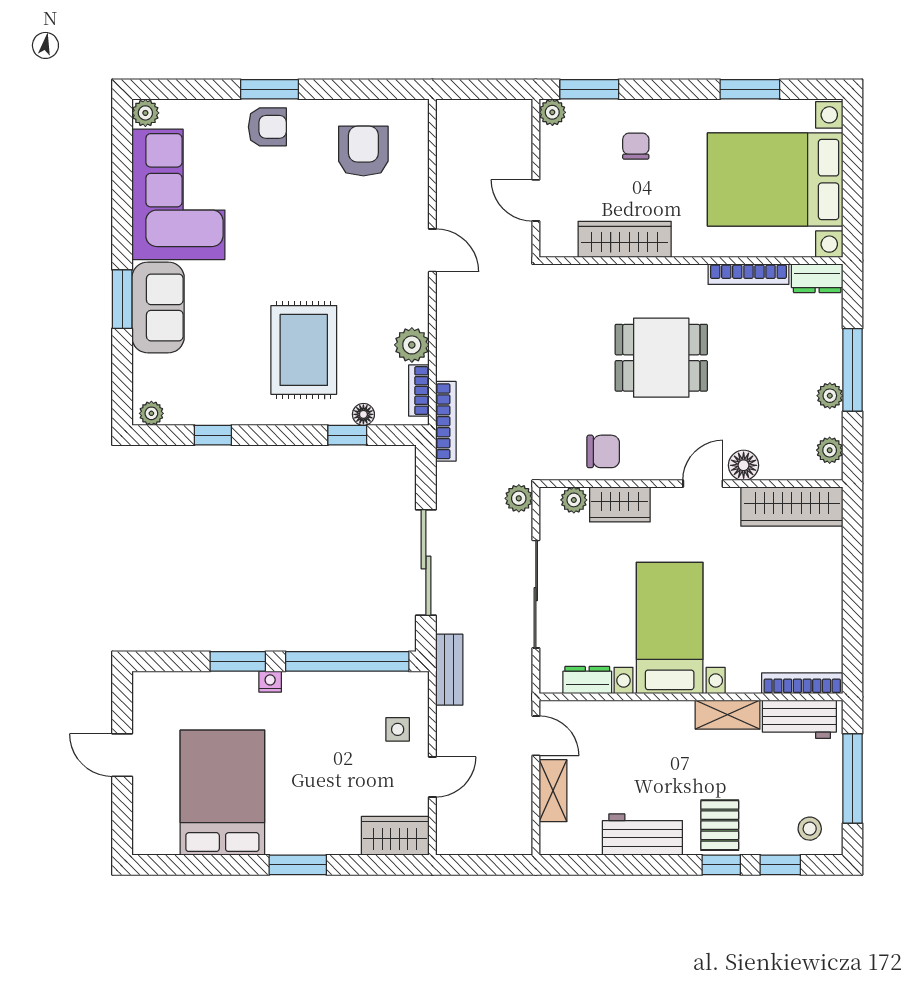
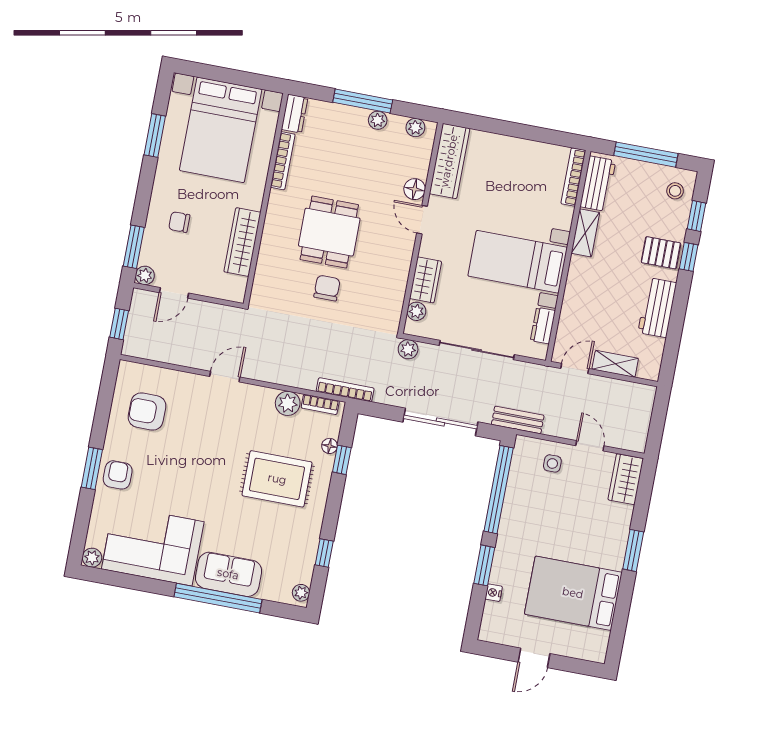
window: (478, 89) -> (119, 324), added
door: (536, 200) -> (174, 293), moved
window: (122, 299) -> (218, 598), width x2.11
chair: (603, 451) -> (327, 288), moved
nightstand: (270, 682) -> (494, 593), moved

